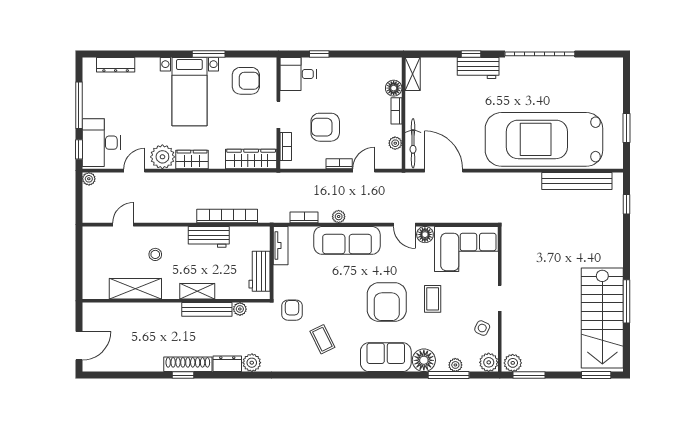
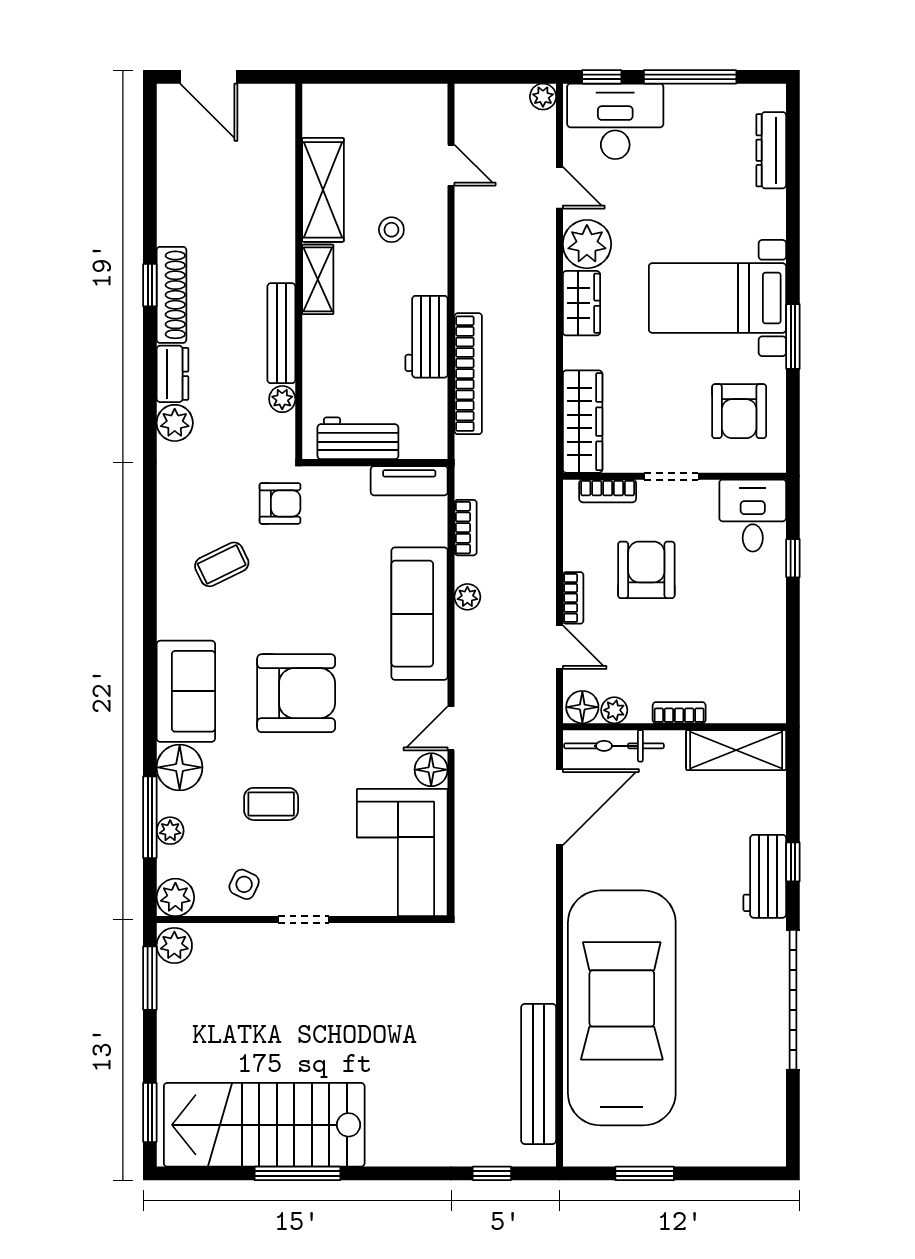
shelving: (413, 74) -> (736, 750), width x1.50, depth x1.33
floor lamp: (394, 88) -> (582, 707), moved
shelving: (197, 291) -> (318, 279), moved
coffee table: (433, 299) -> (271, 804), moved
armchair: (387, 302) -> (296, 693), turned 180

